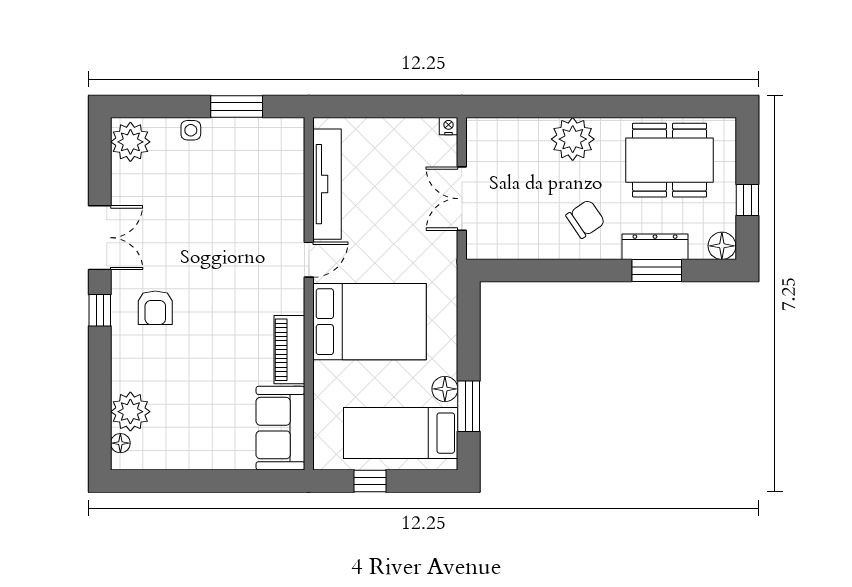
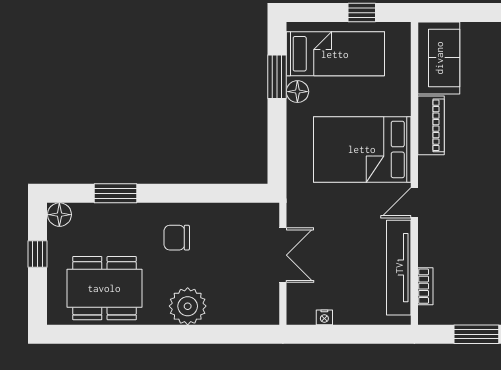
nightstand: (448, 126) -> (324, 317), moved
bookcase: (296, 162) -> (425, 286), added
chair: (585, 219) -> (177, 238), turned 34
dresser: (655, 247) -> (117, 214), removed

